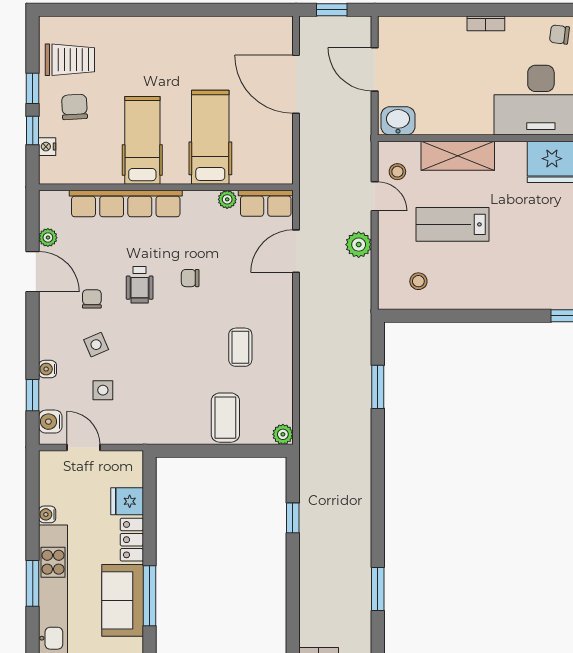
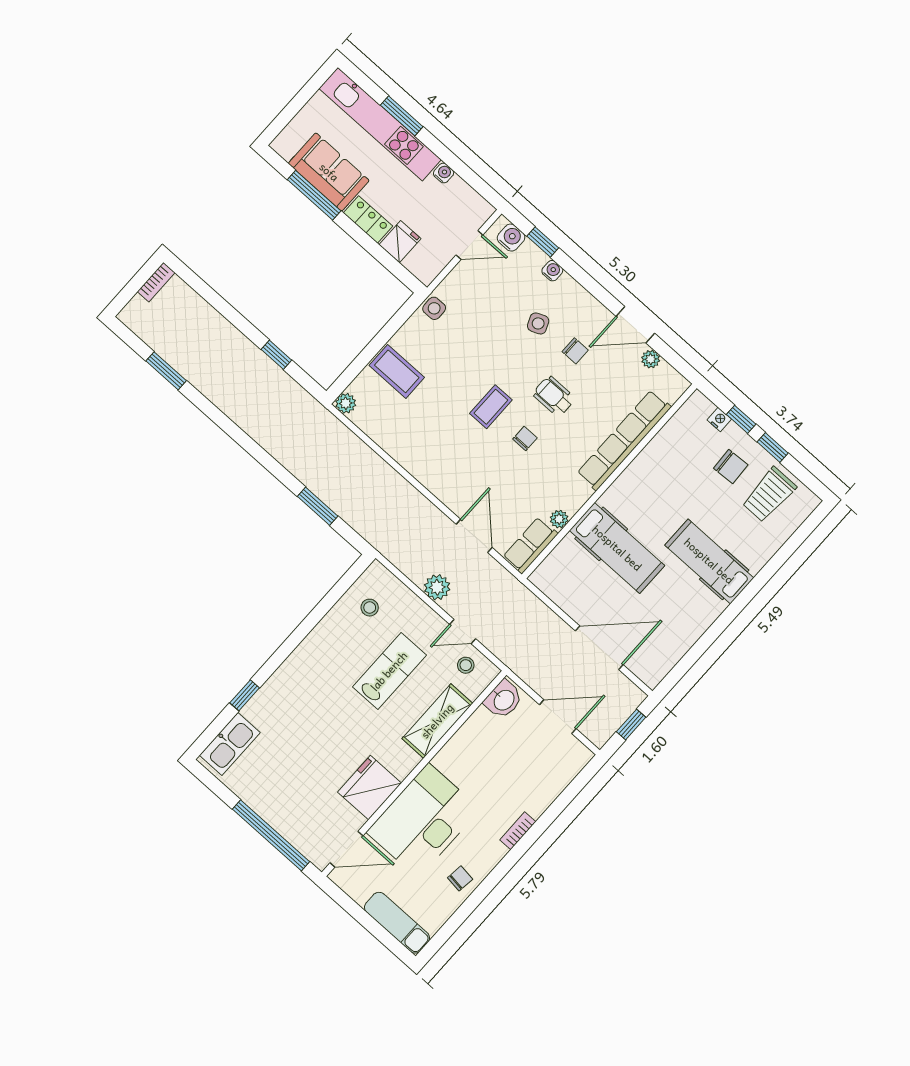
hospital bed: (142, 140) -> (709, 561), moved, turned 180
coffee table: (240, 347) -> (491, 407), moved, turned 90
side table: (103, 390) -> (434, 308), moved

